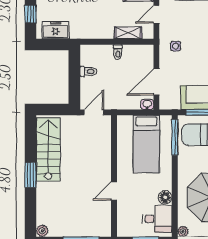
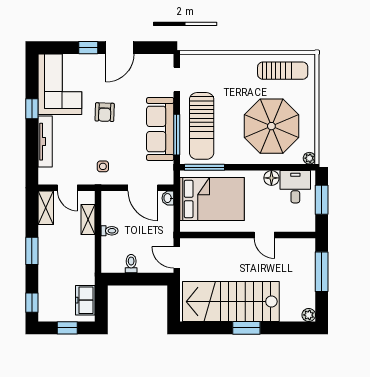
bed: (146, 144) -> (212, 199), width x1.50
stairs: (48, 149) -> (231, 302), width x1.36, depth x1.51

